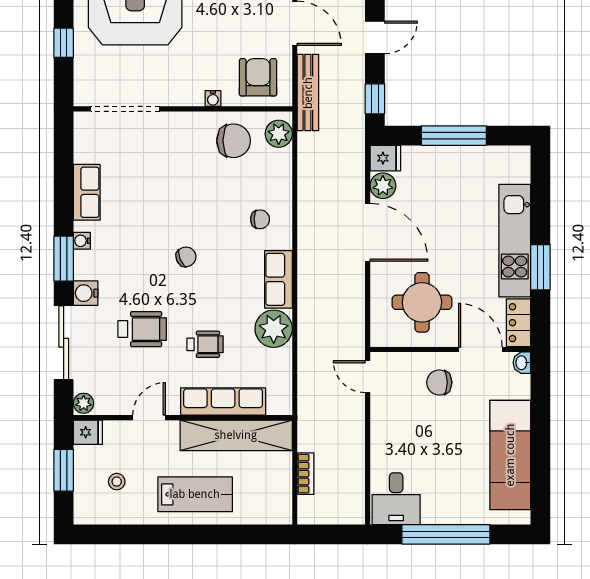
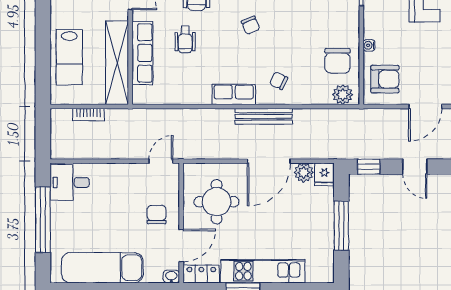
bench: (308, 93) -> (264, 116), moved
chair: (260, 219) -> (279, 81), turned 116
plant: (274, 329) -> (197, 91), removed
lab bench: (195, 494) -> (69, 57), moved

